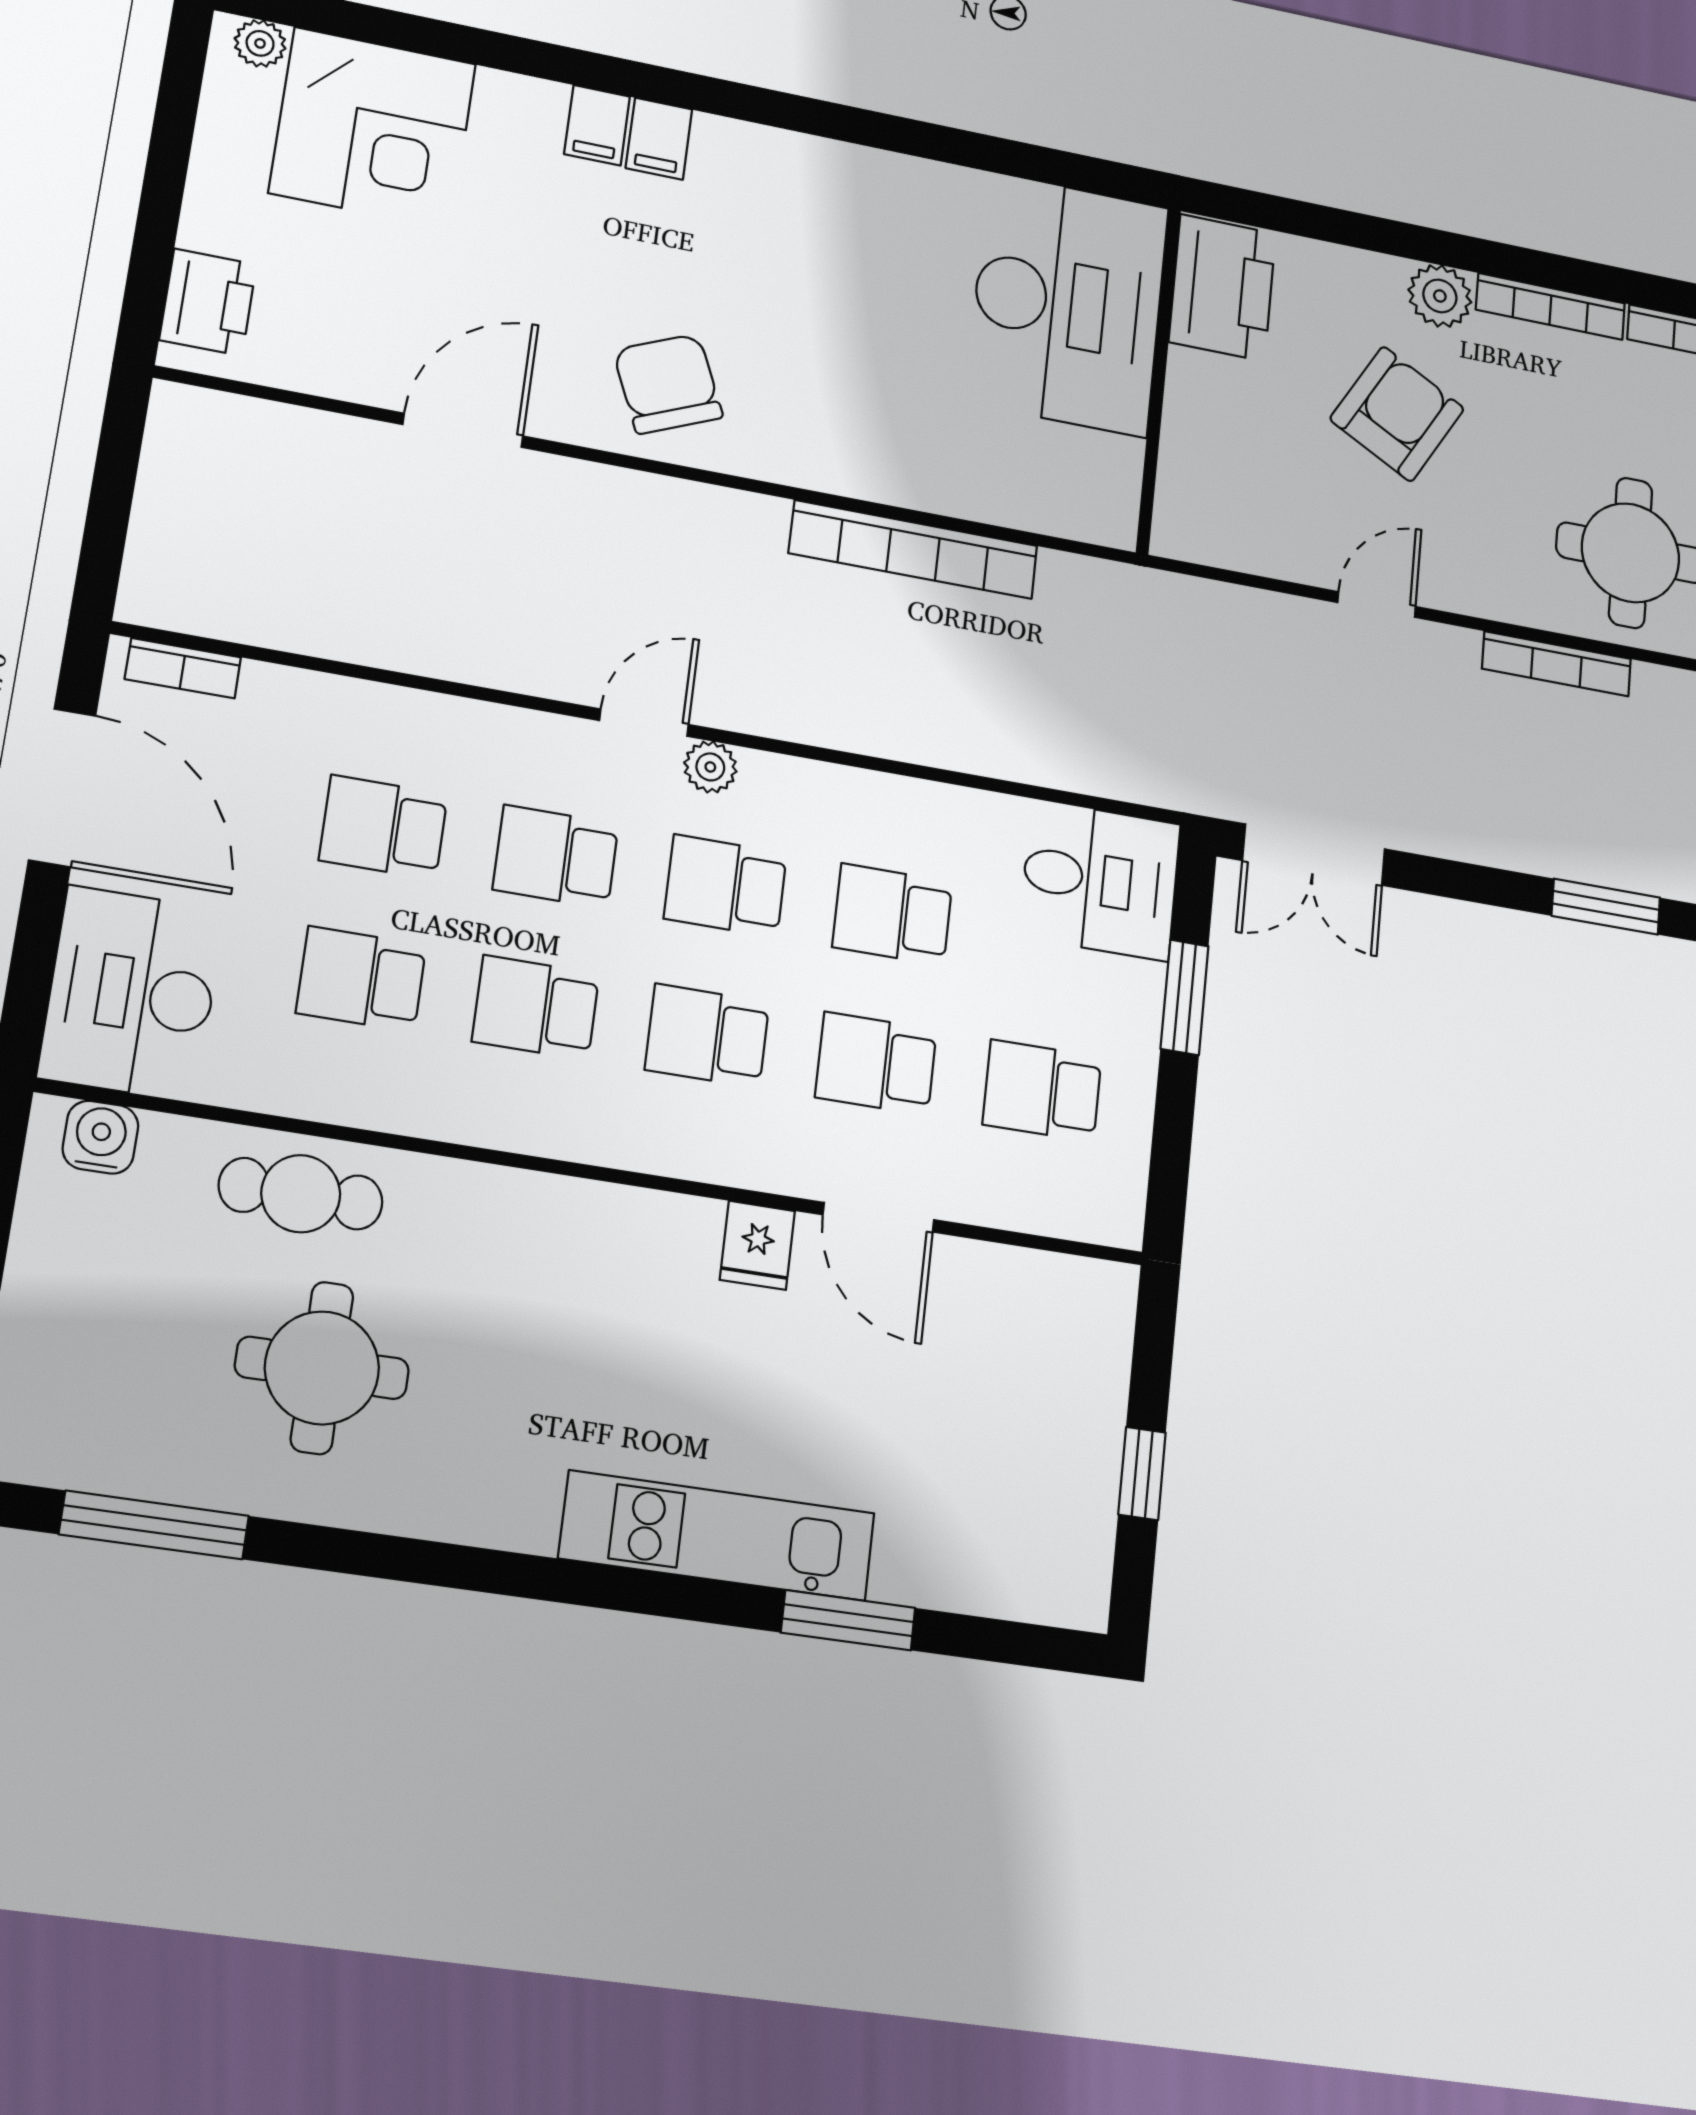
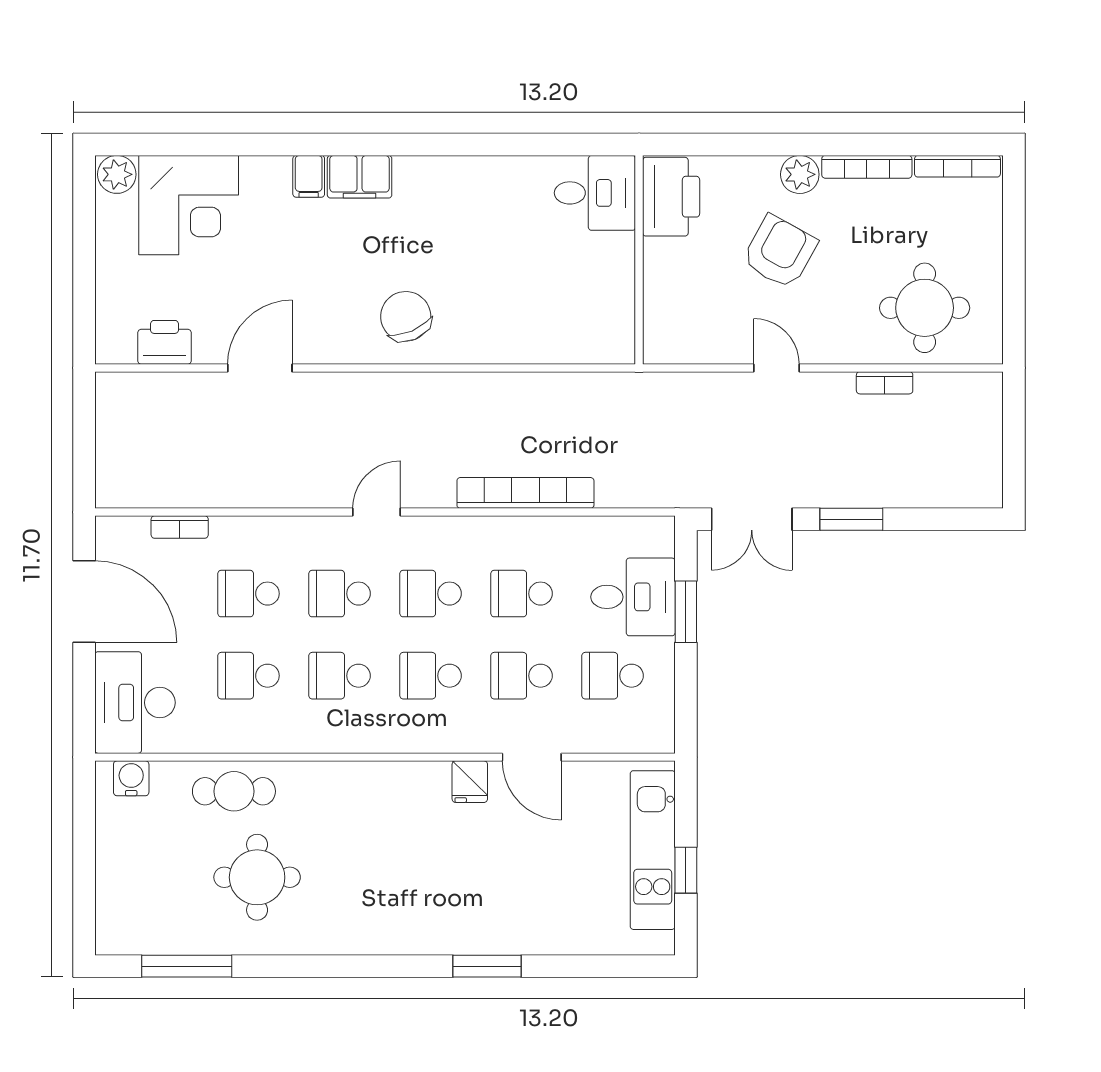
plant: (260, 43) -> (117, 174), width x1.38, depth x1.38
filing cabinet: (659, 139) -> (360, 177), width x2.00
printer: (208, 302) -> (164, 342), moved, turned -90
desk: (1068, 304) -> (595, 193), width x0.53, depth x0.77
chair: (668, 384) -> (406, 316), moved
bookcase: (914, 550) -> (525, 493), moved, turned 180
door: (1377, 604) -> (776, 368), hinge flipped
bookcase: (1557, 664) -> (885, 383), width x0.64
bookcase: (183, 668) -> (180, 527), moved
plant: (710, 767) -> (415, 530), removed
desk: (1100, 880) -> (633, 597), moved
window: (1606, 907) -> (851, 519), moved
kitchen unit: (717, 1536) -> (653, 850), moved, turned -90
window: (848, 1620) -> (487, 966), moved

